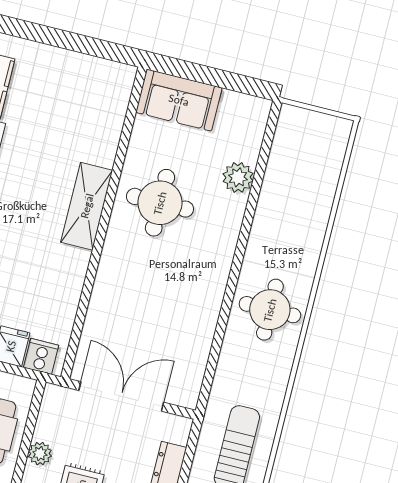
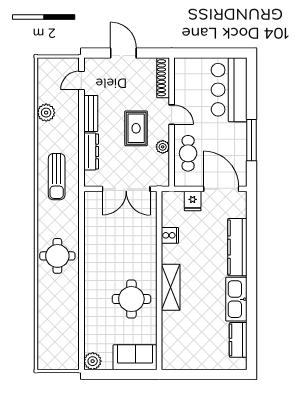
plant: (238, 177) -> (93, 361), moved
cooker: (41, 356) -> (170, 235), moved, turned -90

